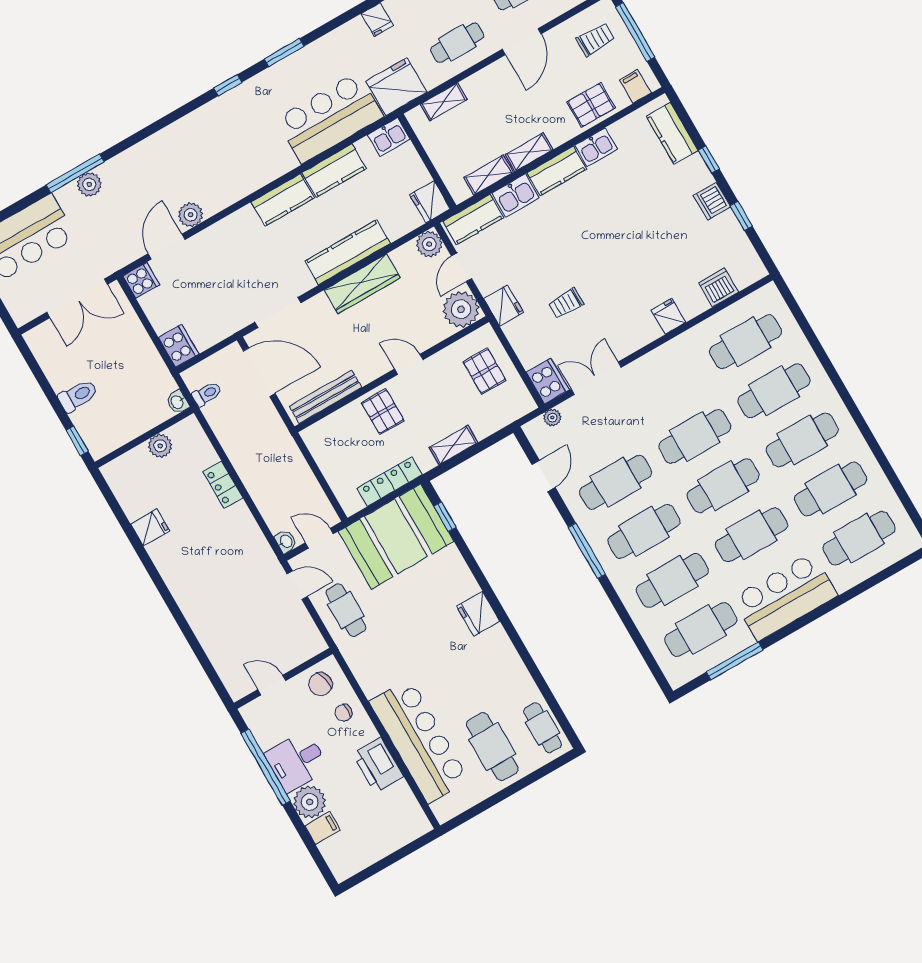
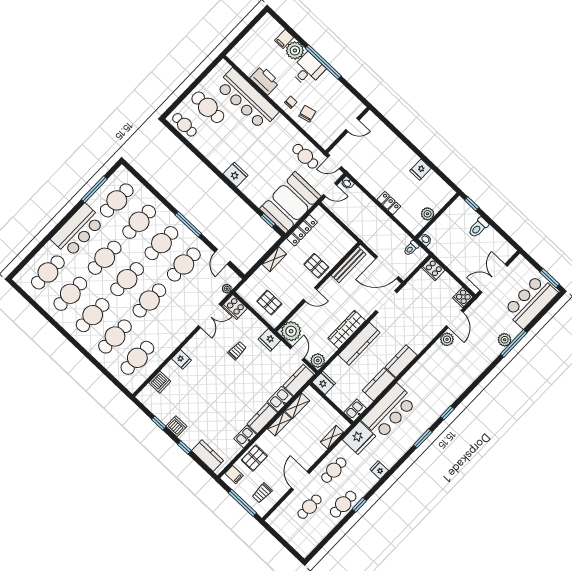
wall: (283, 678) -> (347, 130), moved
door: (272, 685) -> (352, 125), moved

